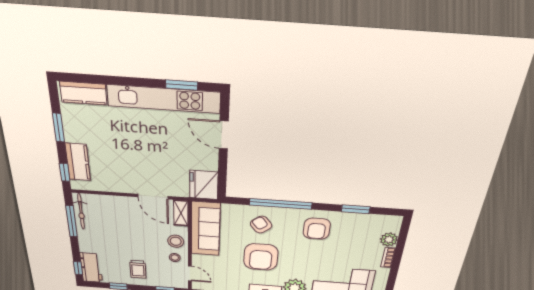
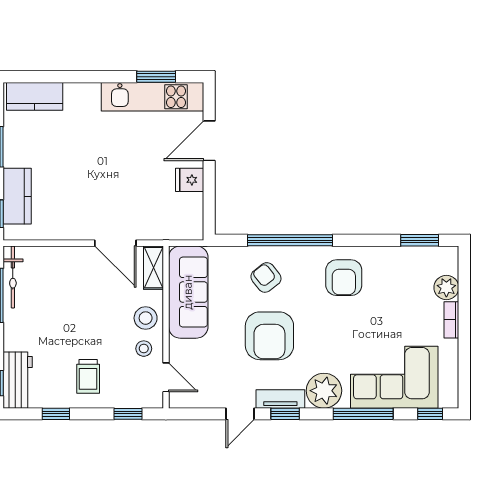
kitchen unit: (164, 99) -> (153, 97), width x0.73
door: (224, 135) -> (209, 141), hinge flipped
fridge: (204, 185) -> (190, 180), moved, width x0.53, depth x0.75
window: (356, 209) -> (420, 240), moved

